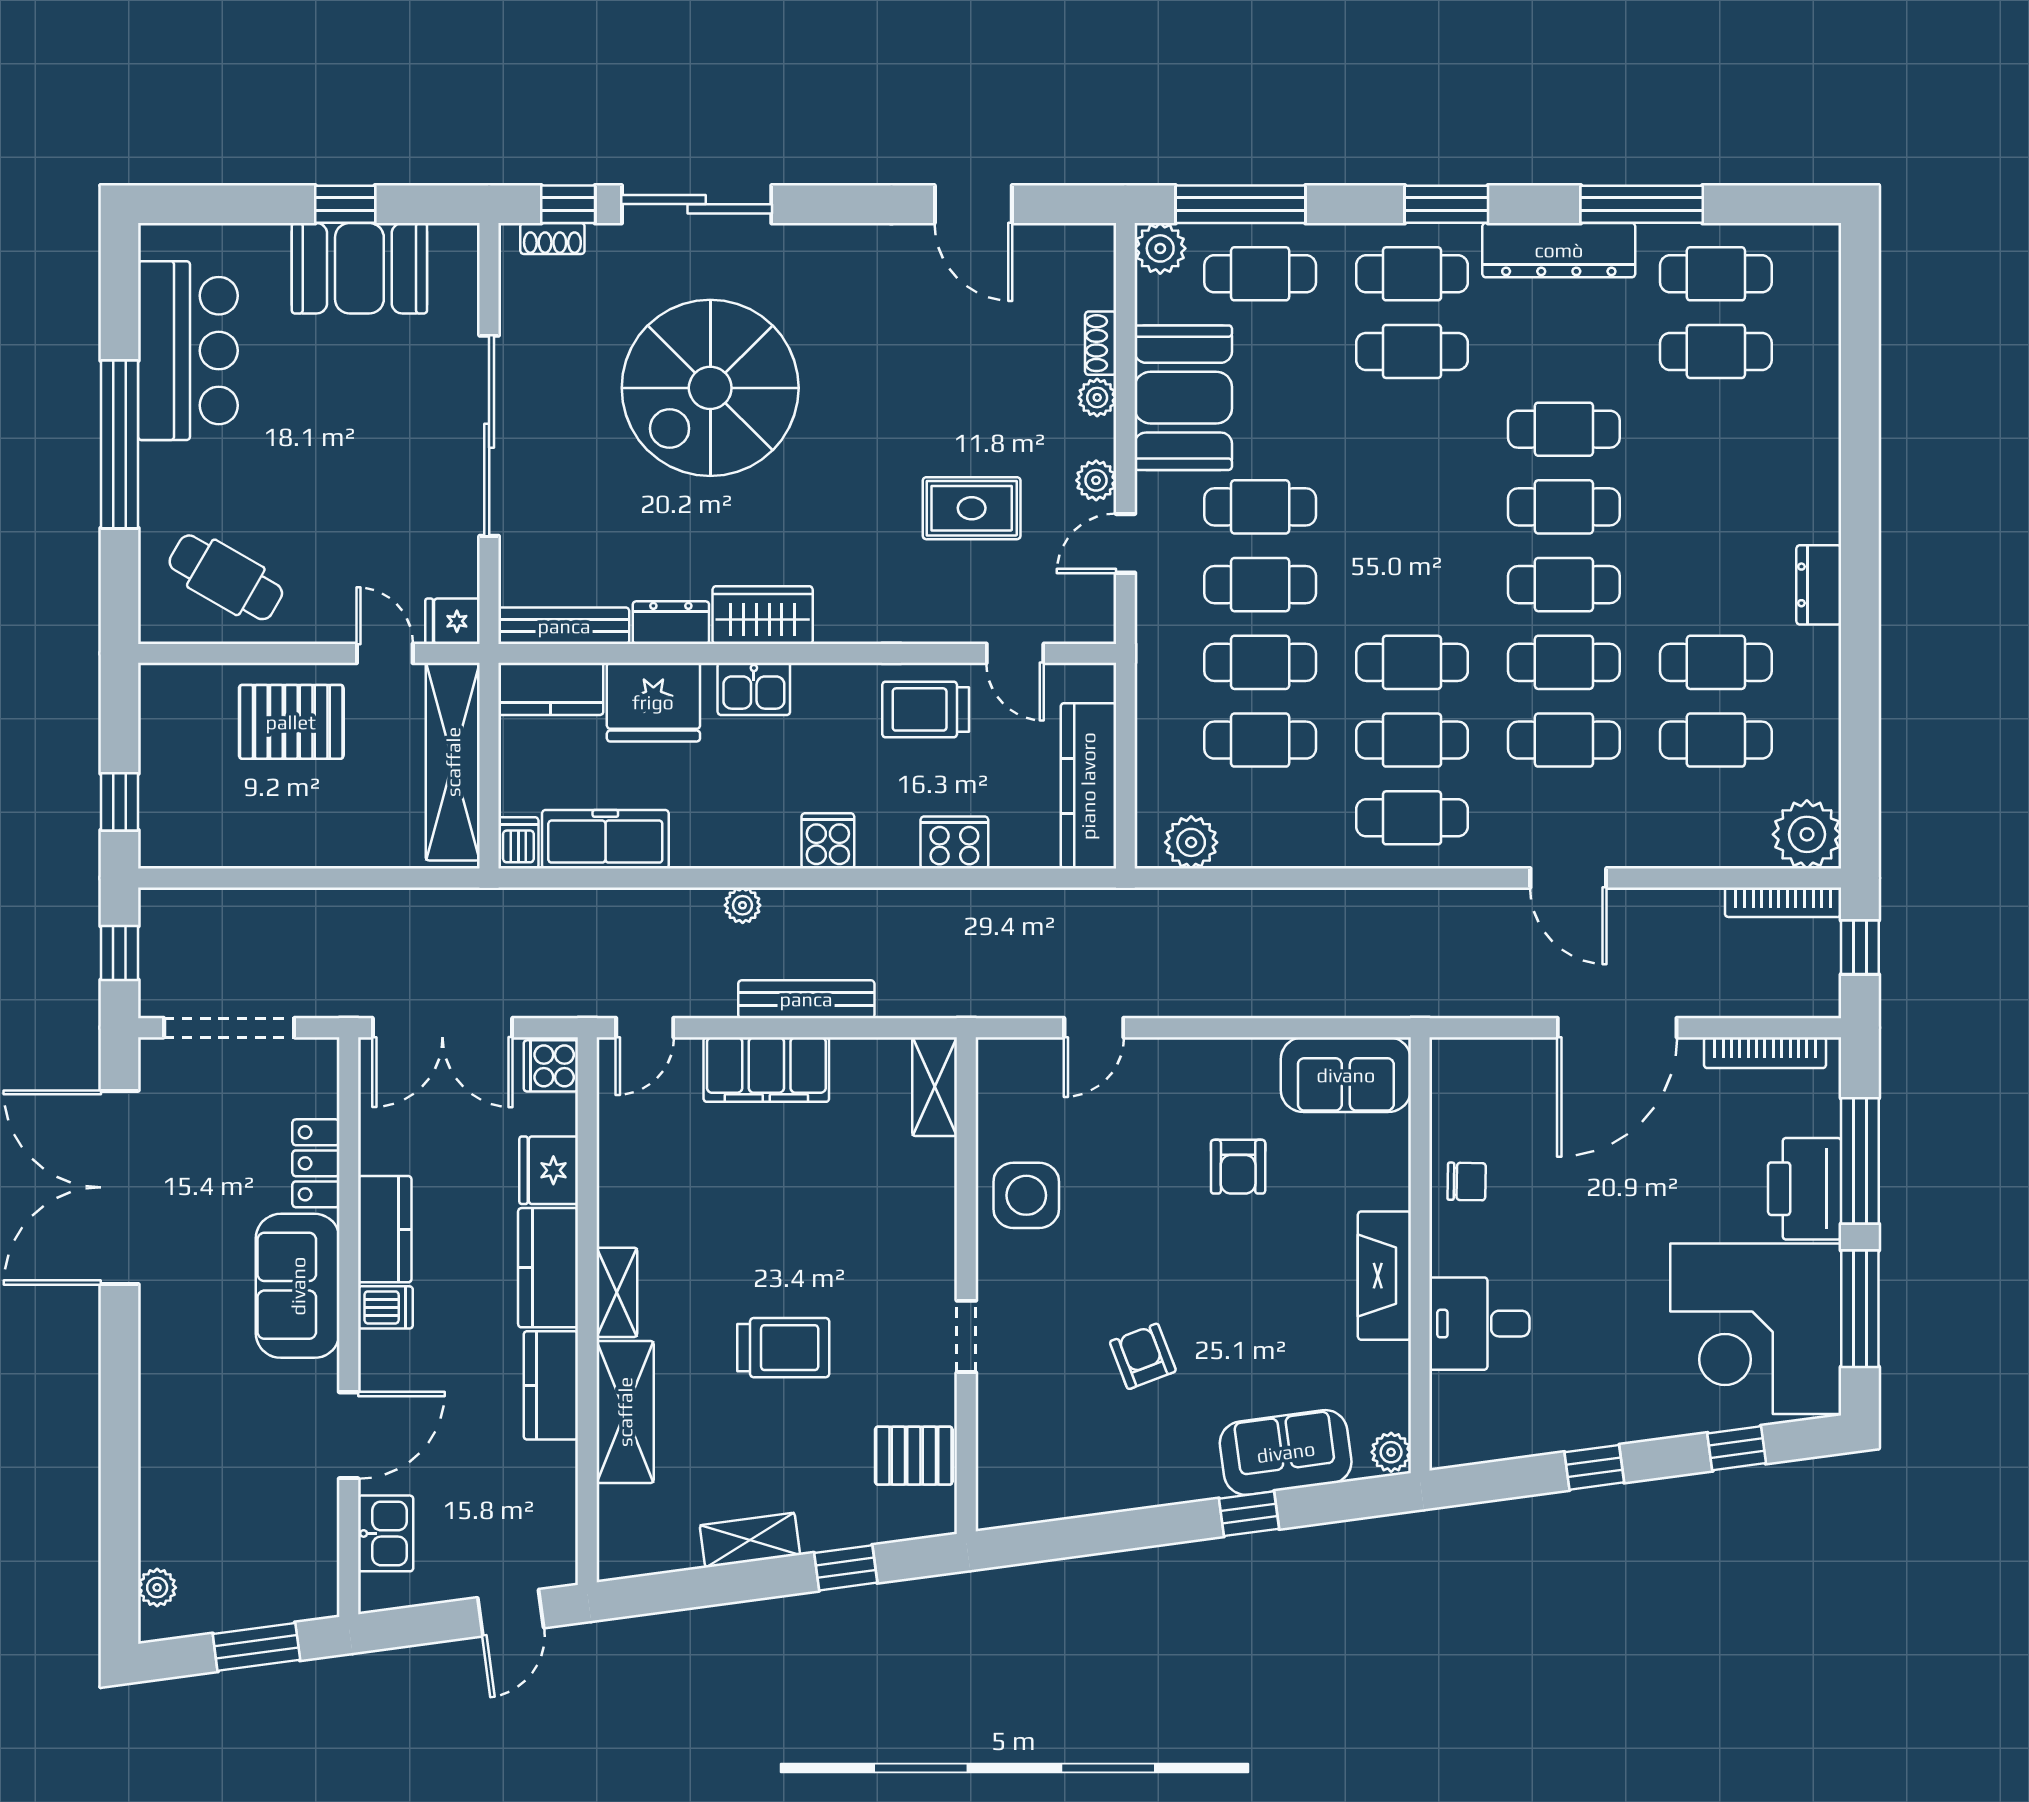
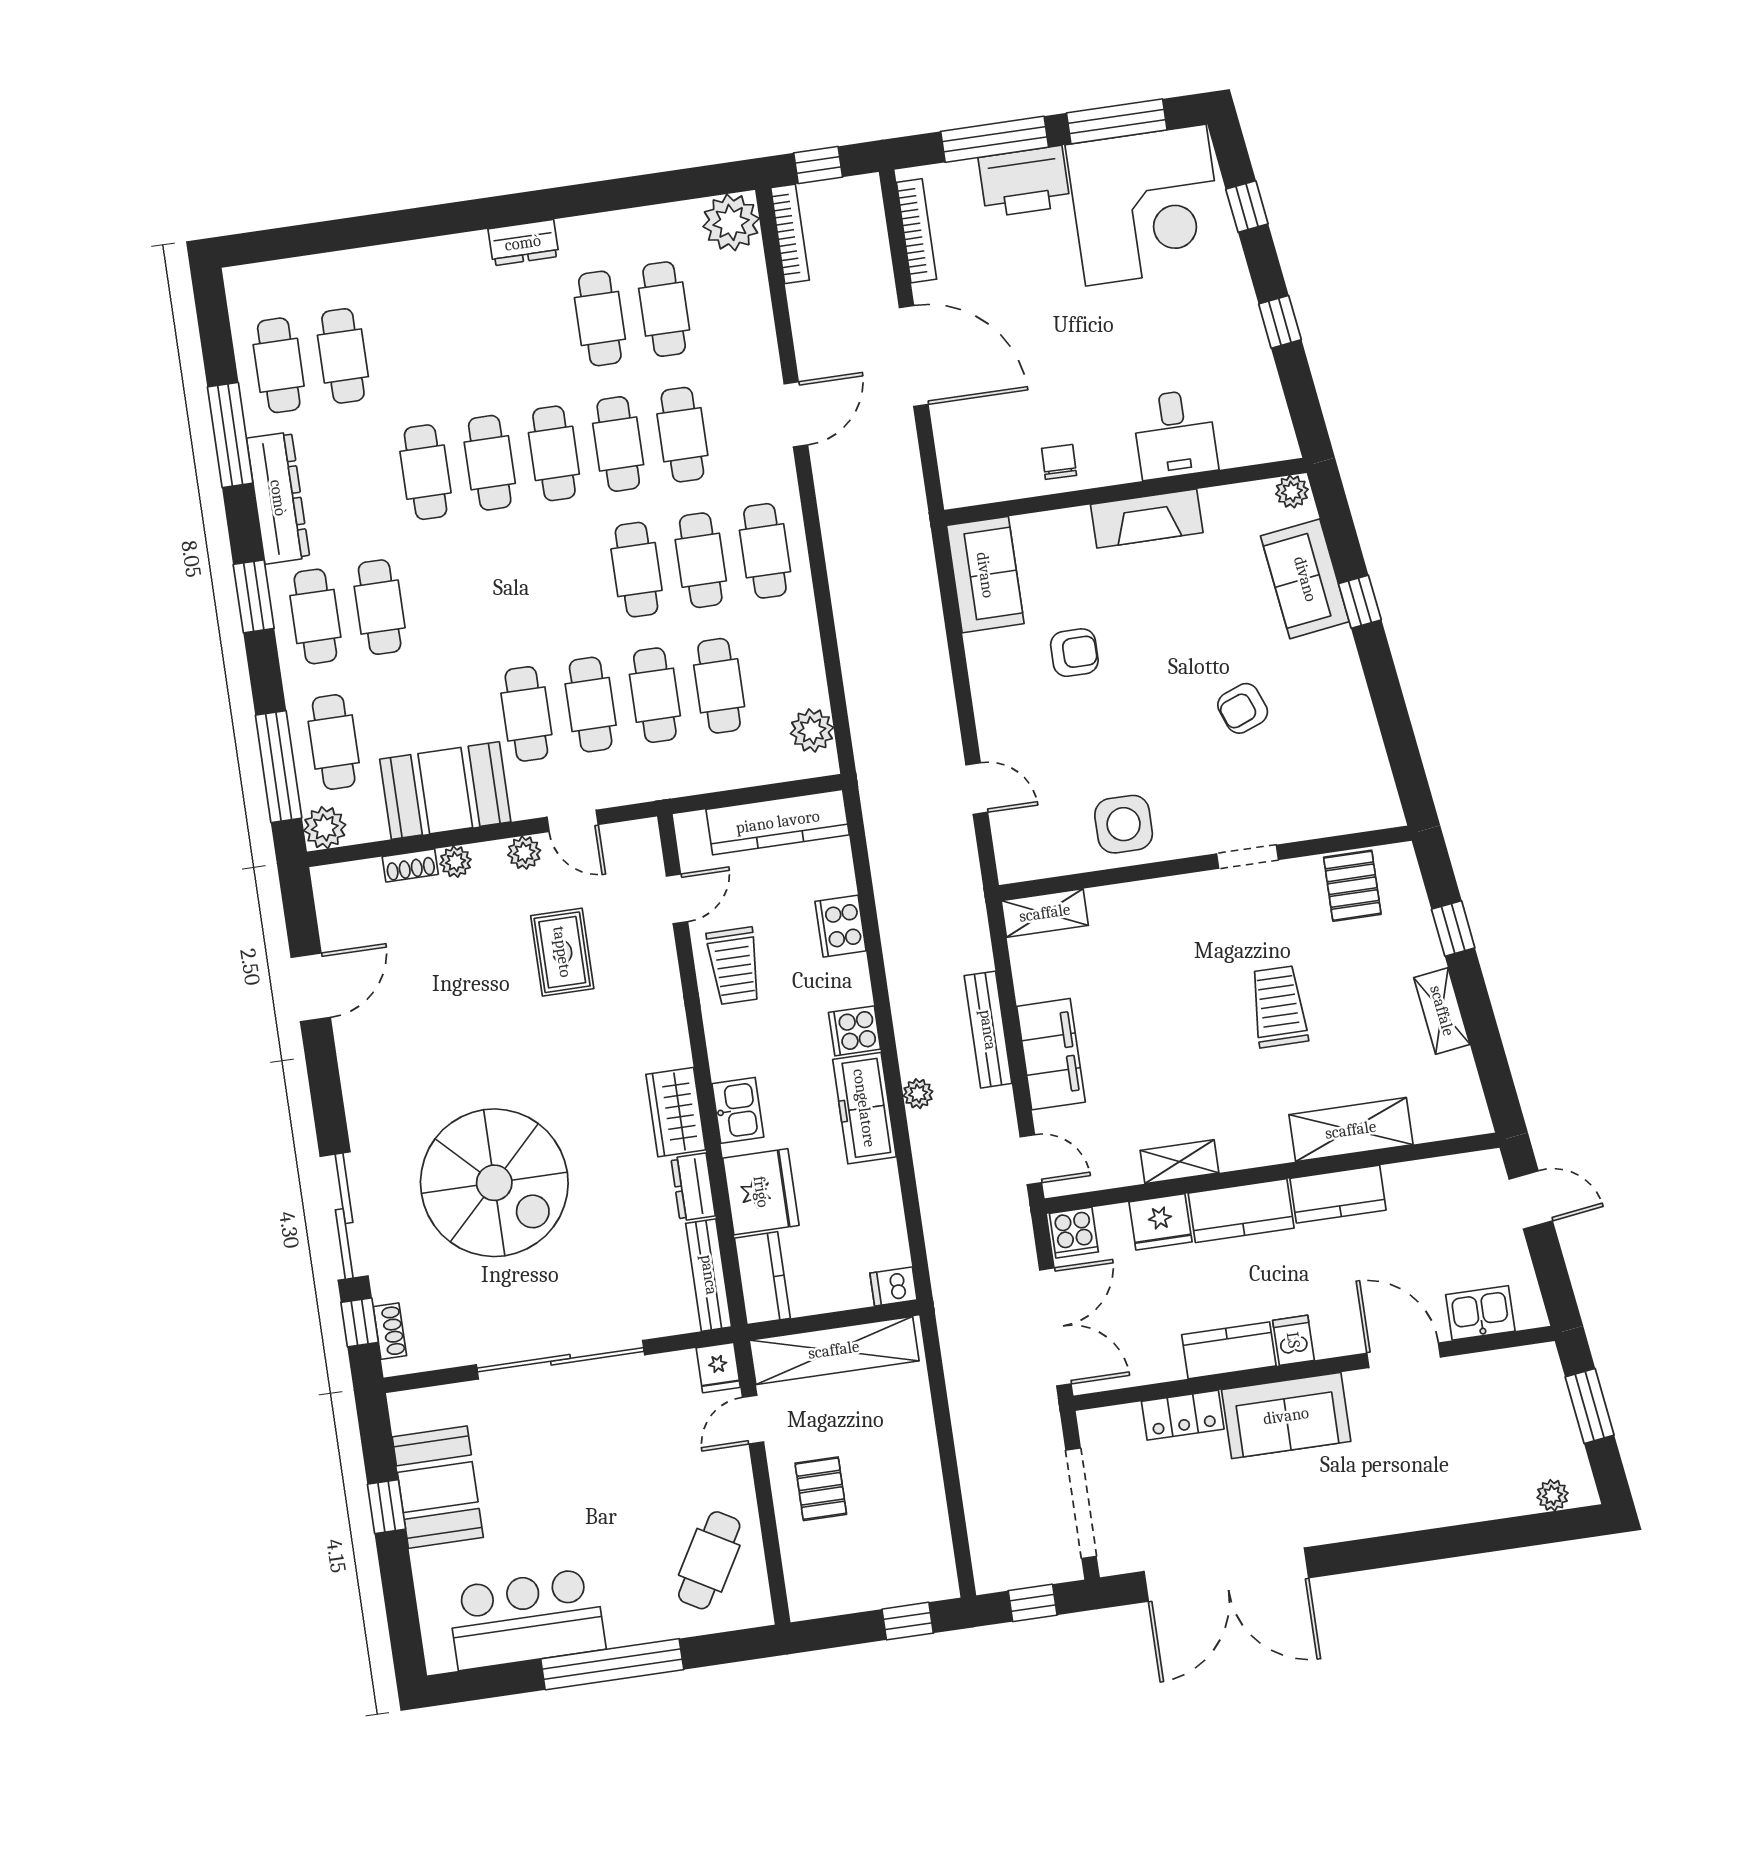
pallet: (291, 722) -> (821, 1489), width x0.67, depth x0.71
freezer: (605, 839) -> (864, 1108), moved
shelving: (617, 1292) -> (1179, 1162), moved

